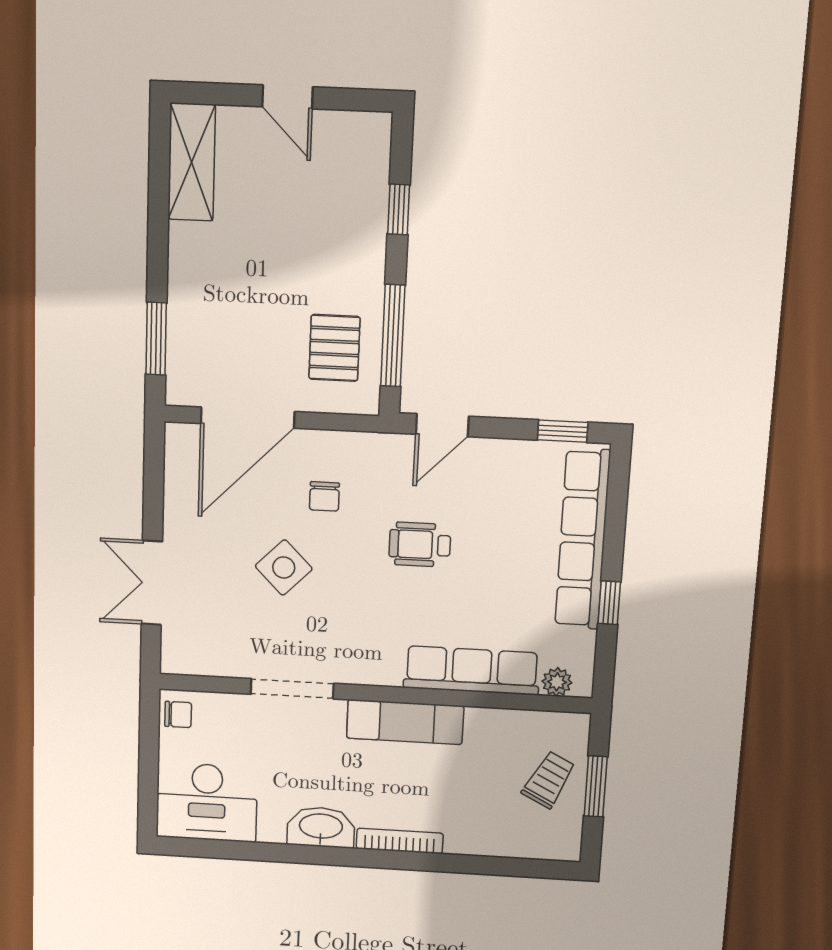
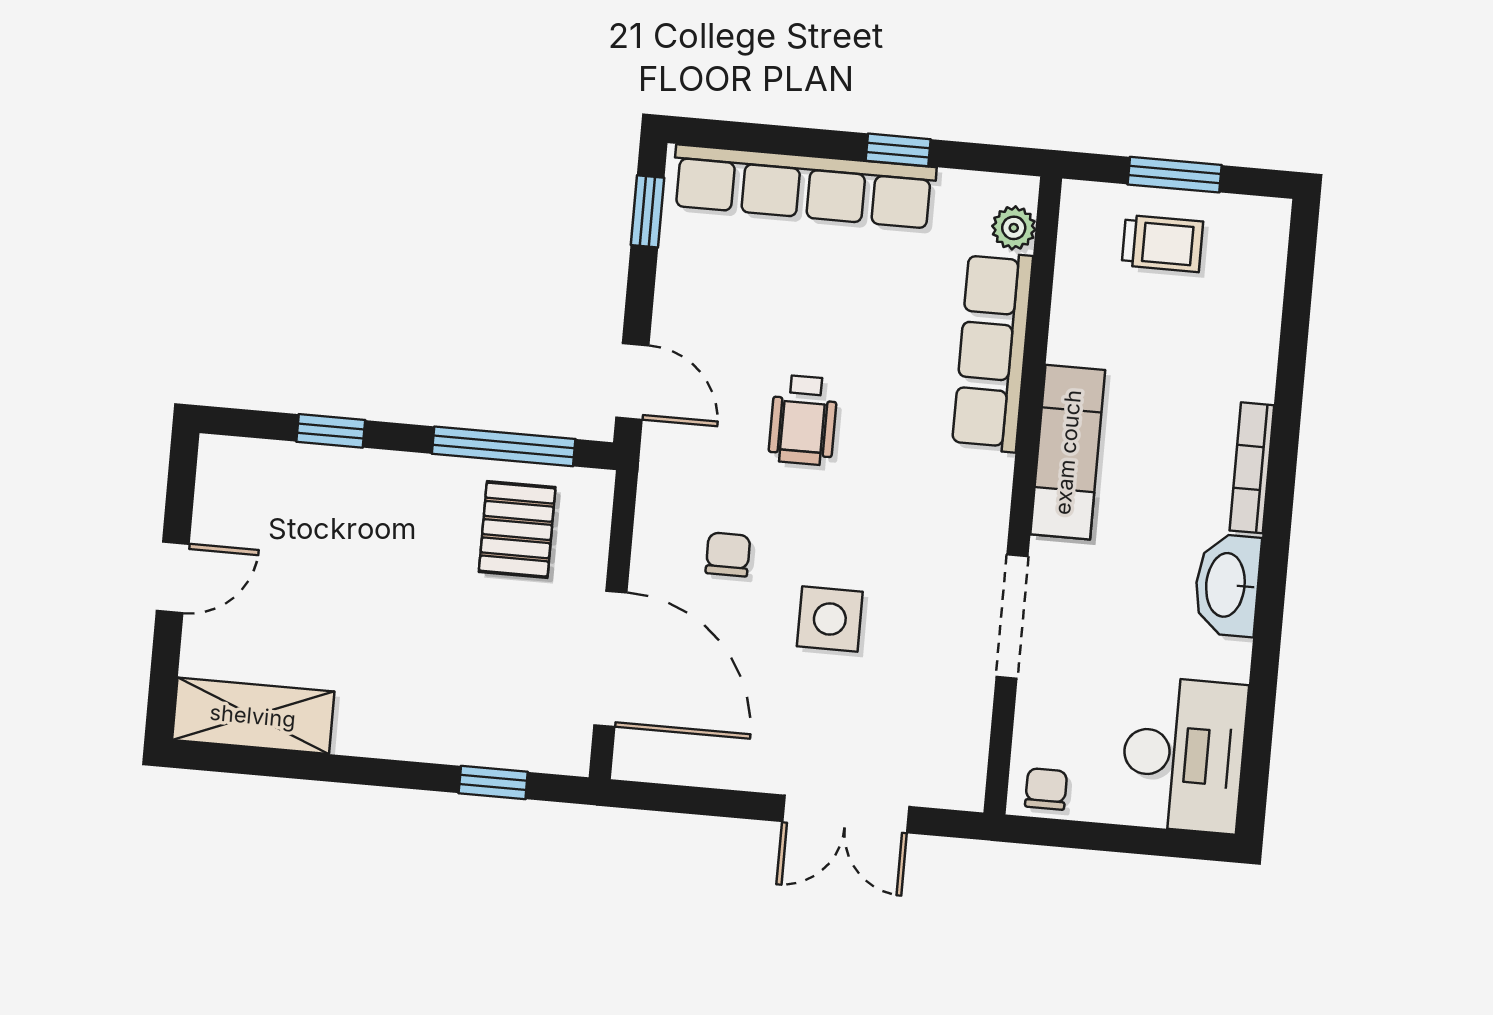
window: (156, 339) -> (493, 783), width x0.67
pallet: (334, 348) -> (517, 530), turned 90
chair: (324, 496) -> (728, 554), turned -90
side table: (284, 567) -> (830, 619), turned 45
trolley: (549, 780) -> (1162, 244), turned 153

